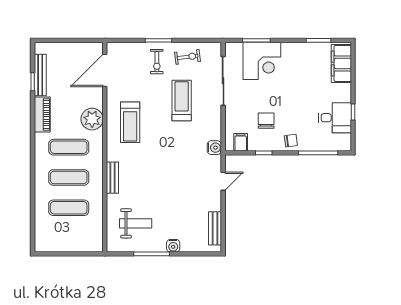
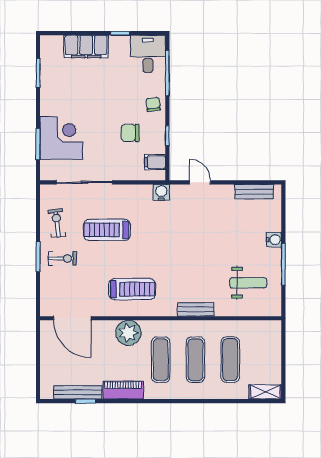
filing cabinet: (341, 63) -> (86, 47), moved
desk: (335, 118) -> (148, 54), moved
weight bench: (136, 223) -> (248, 283), turned 90
shelving: (41, 238) -> (265, 392), added

